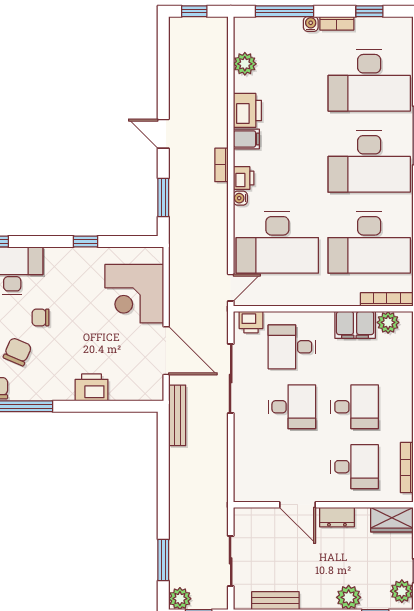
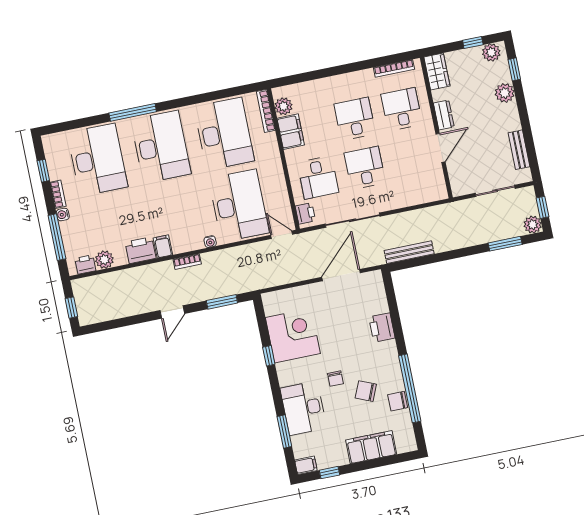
printer: (244, 178) -> (85, 264), moved
corner desk: (134, 294) -> (293, 336), moved, turned -90
bench: (177, 415) -> (409, 252), moved

